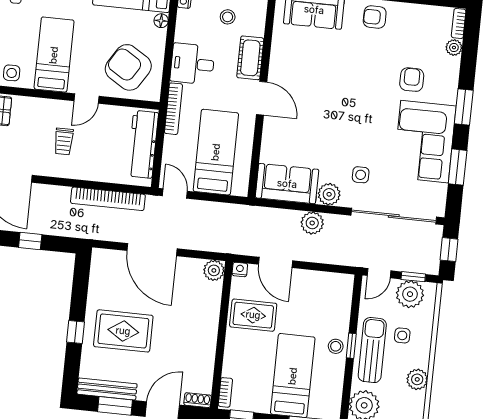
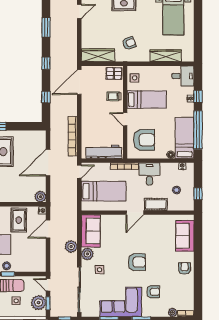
armchair: (128, 67) -> (144, 140), turned 58
armchair: (354, 104) -> (137, 262), added
trolley: (64, 141) -> (114, 96), moved

